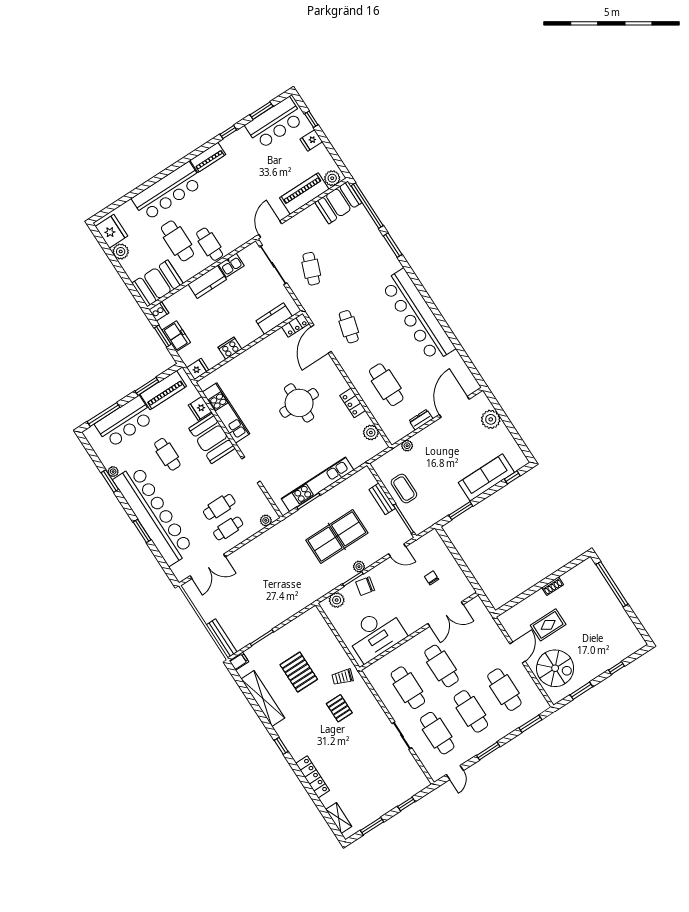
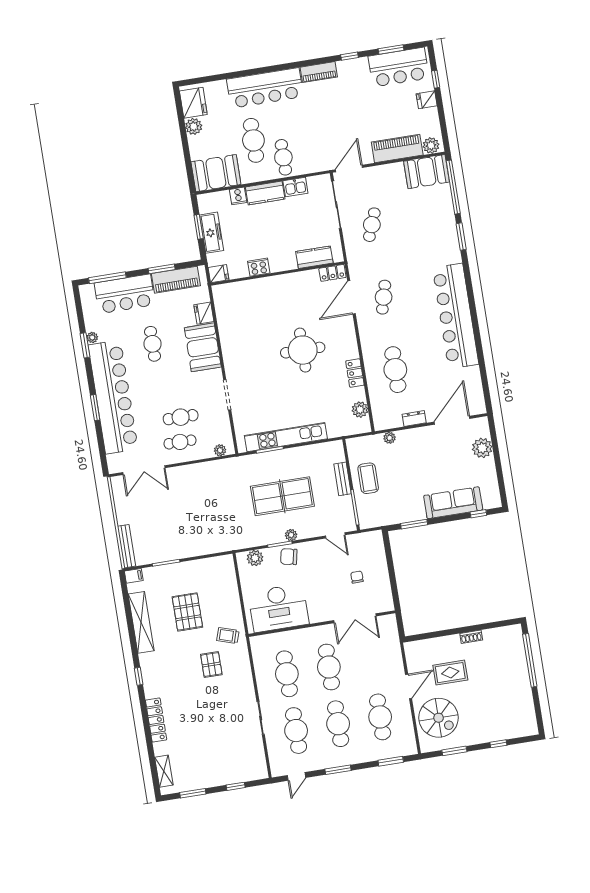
cooker: (159, 311) -> (238, 196), moved, turned 90
freezer: (176, 336) -> (212, 233), width x1.40
kitchen unit: (226, 413) -> (227, 329), removed

